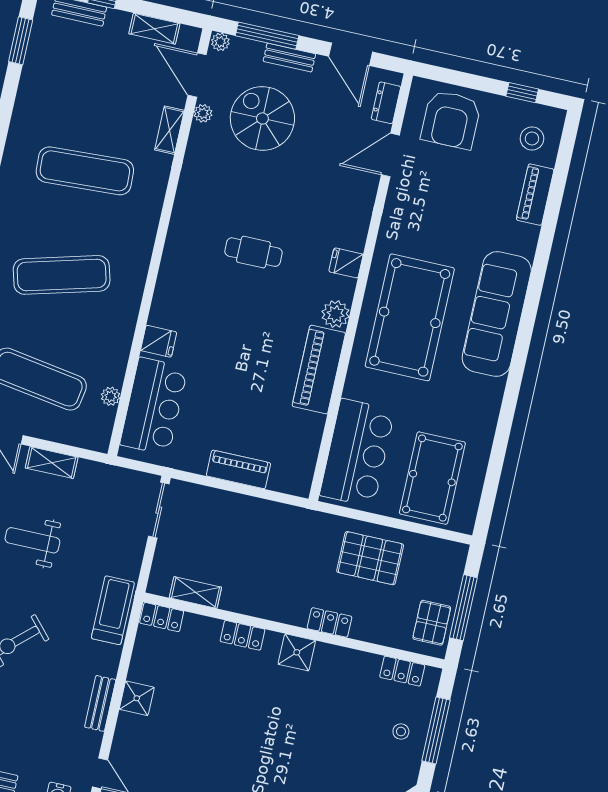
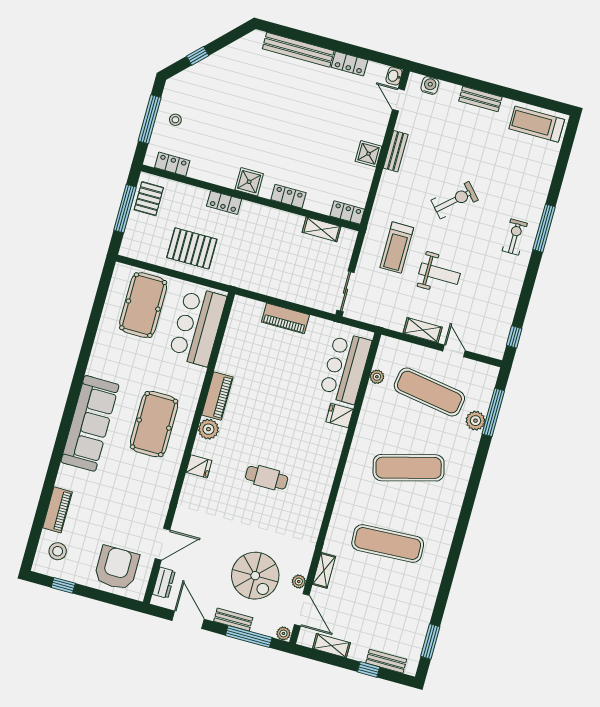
pool table: (410, 317) -> (154, 424), width x0.73, depth x0.76
piano: (319, 370) -> (217, 396), width x0.73, depth x0.75
treadmill: (113, 610) -> (397, 248), moved

